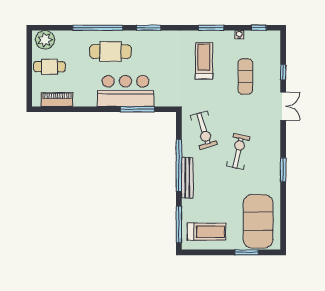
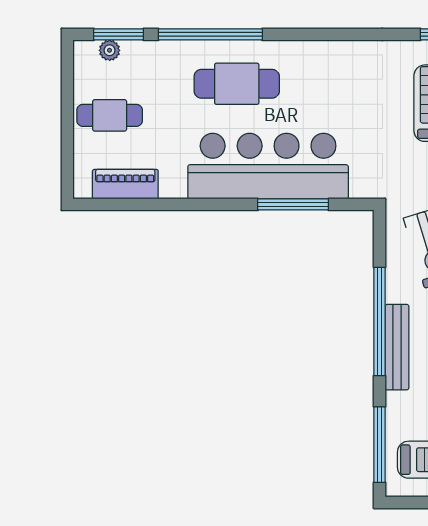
window: (149, 28) -> (119, 34), moved
plant: (45, 40) -> (110, 50), width x0.53, depth x0.53
bar counter: (125, 91) -> (268, 166), width x1.36

